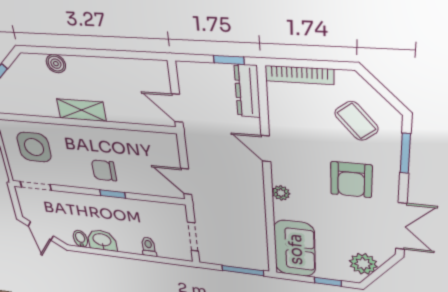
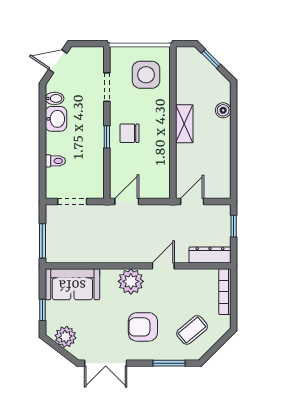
window: (229, 60) -> (234, 226), moved
chair: (104, 170) -> (130, 133), turned -90
doorway: (36, 186) -> (107, 87), moved
plant: (281, 193) -> (131, 281), width x1.87, depth x1.87

